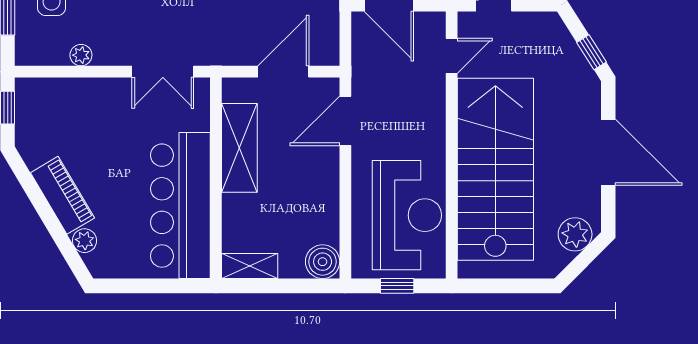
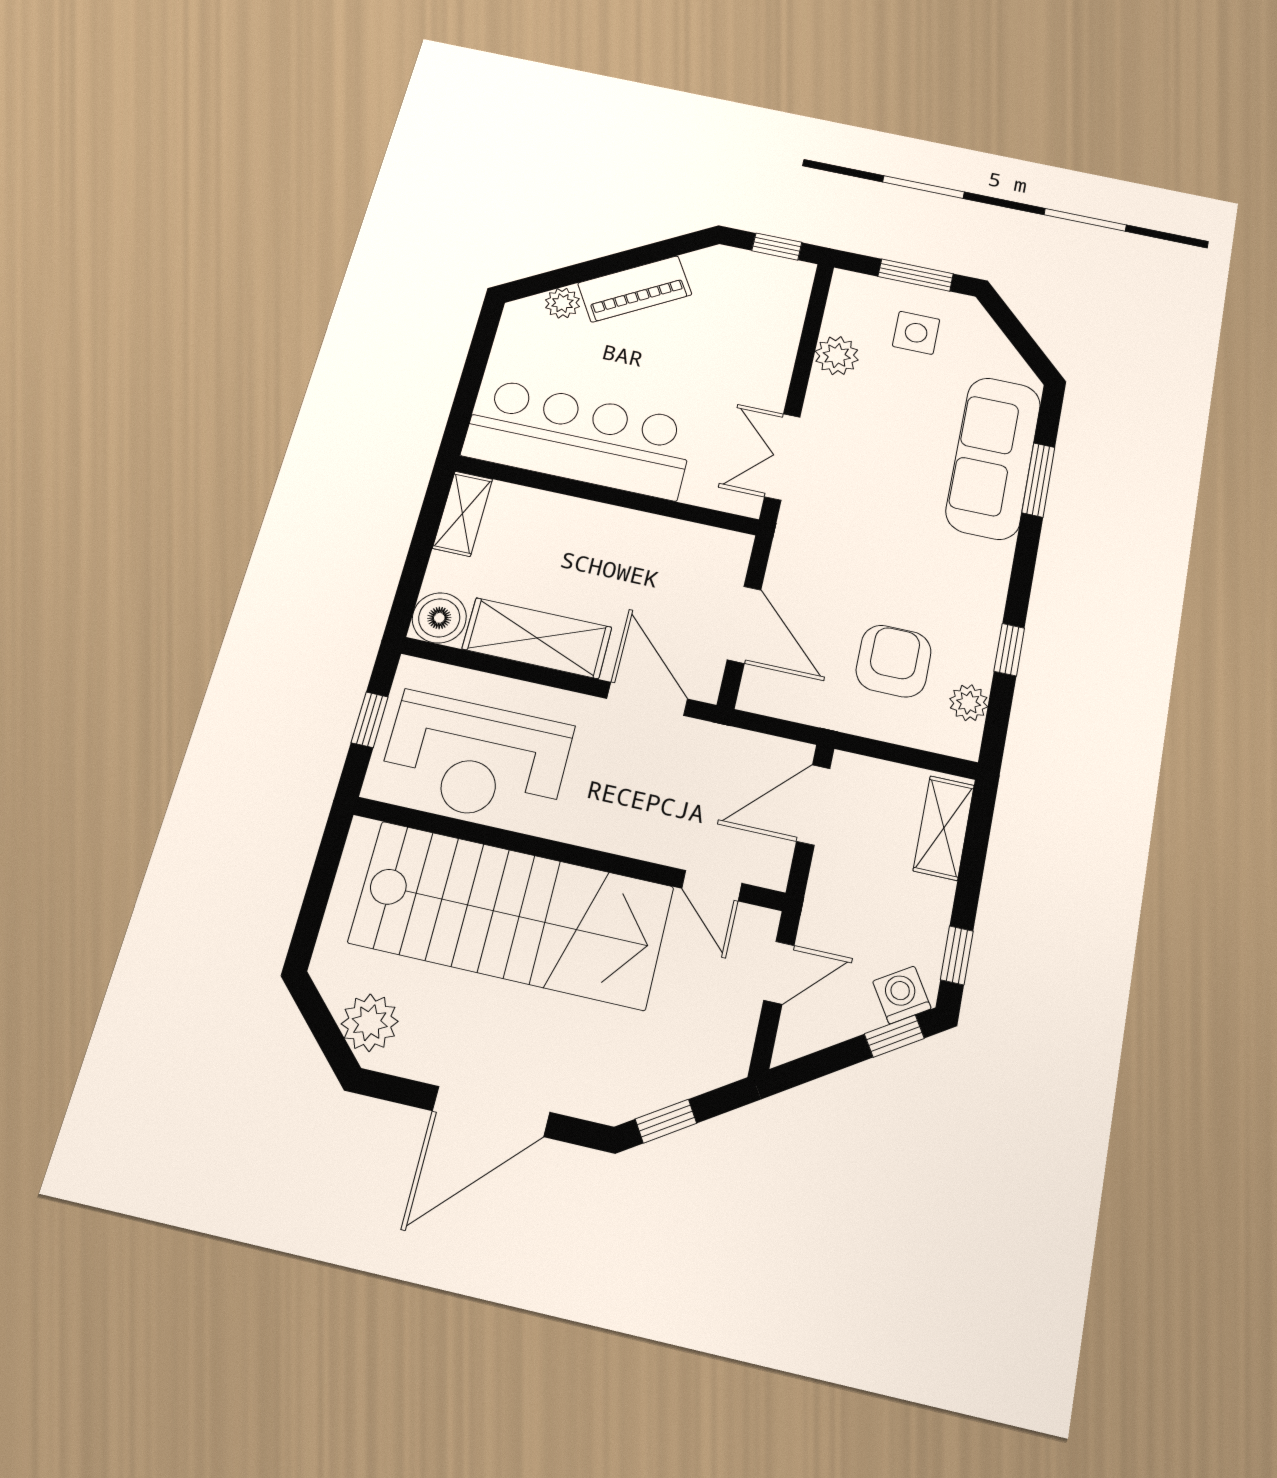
plant: (81, 55) -> (837, 356), width x1.38, depth x1.38
shelving: (239, 148) -> (537, 638), moved

